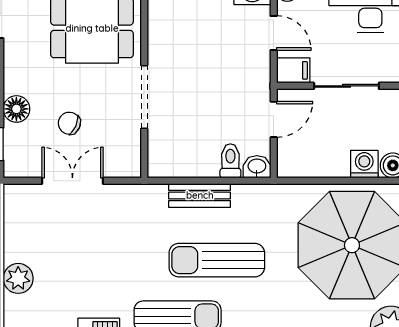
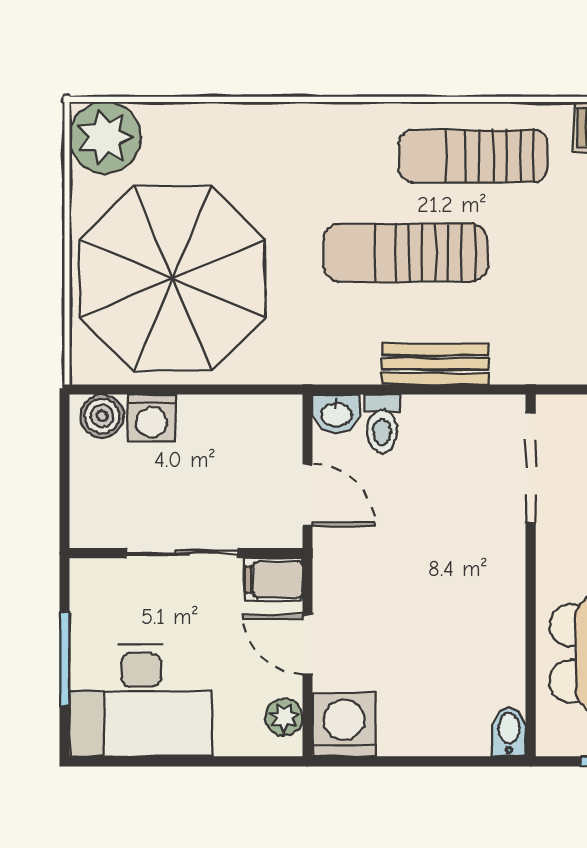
doorway: (144, 97) -> (531, 467), moved
door: (274, 119) -> (307, 495), swing flipped
sun lounger: (217, 260) -> (405, 253), turned 180

